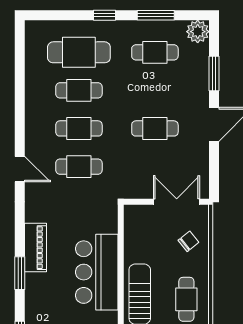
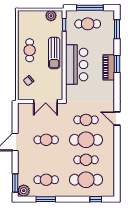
window: (104, 15) -> (96, 199), moved
window: (214, 73) -> (15, 183), moved
cafe table: (79, 128) -> (86, 140), width x1.37, depth x1.35
double door: (177, 202) -> (46, 101), moved
piano: (36, 248) -> (109, 67), moved

